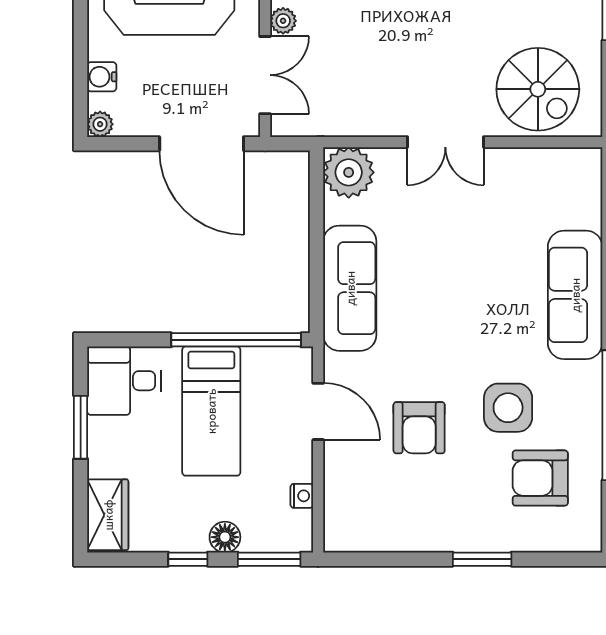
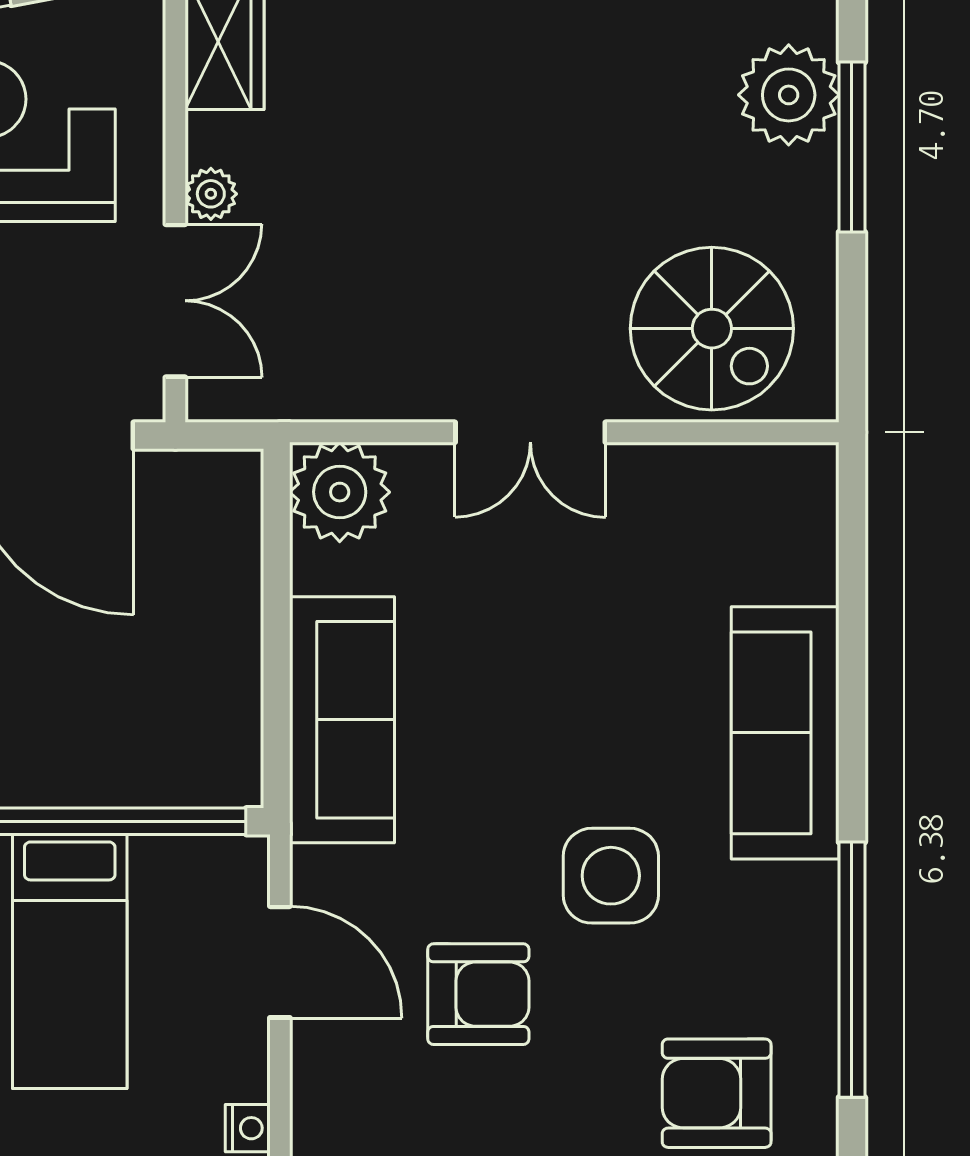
side table: (508, 408) -> (611, 876), moved
armchair: (419, 428) -> (478, 994), turned -90

